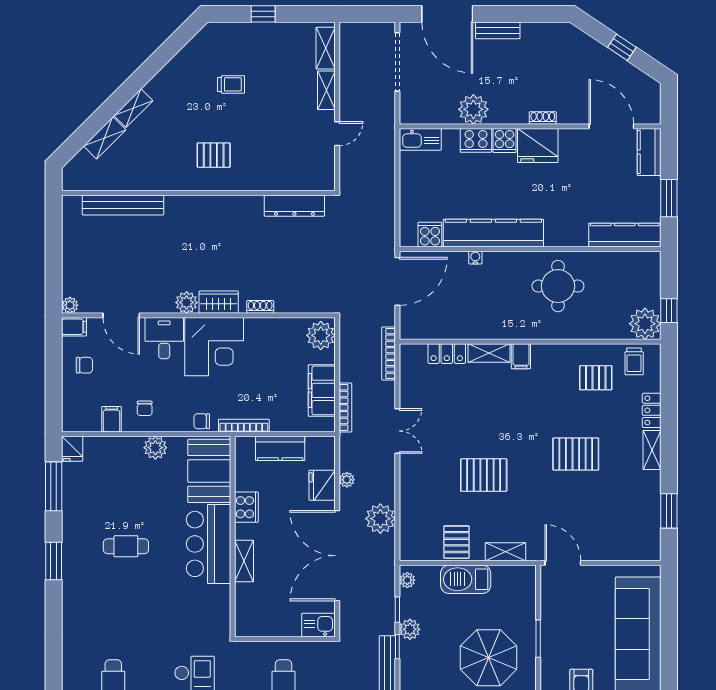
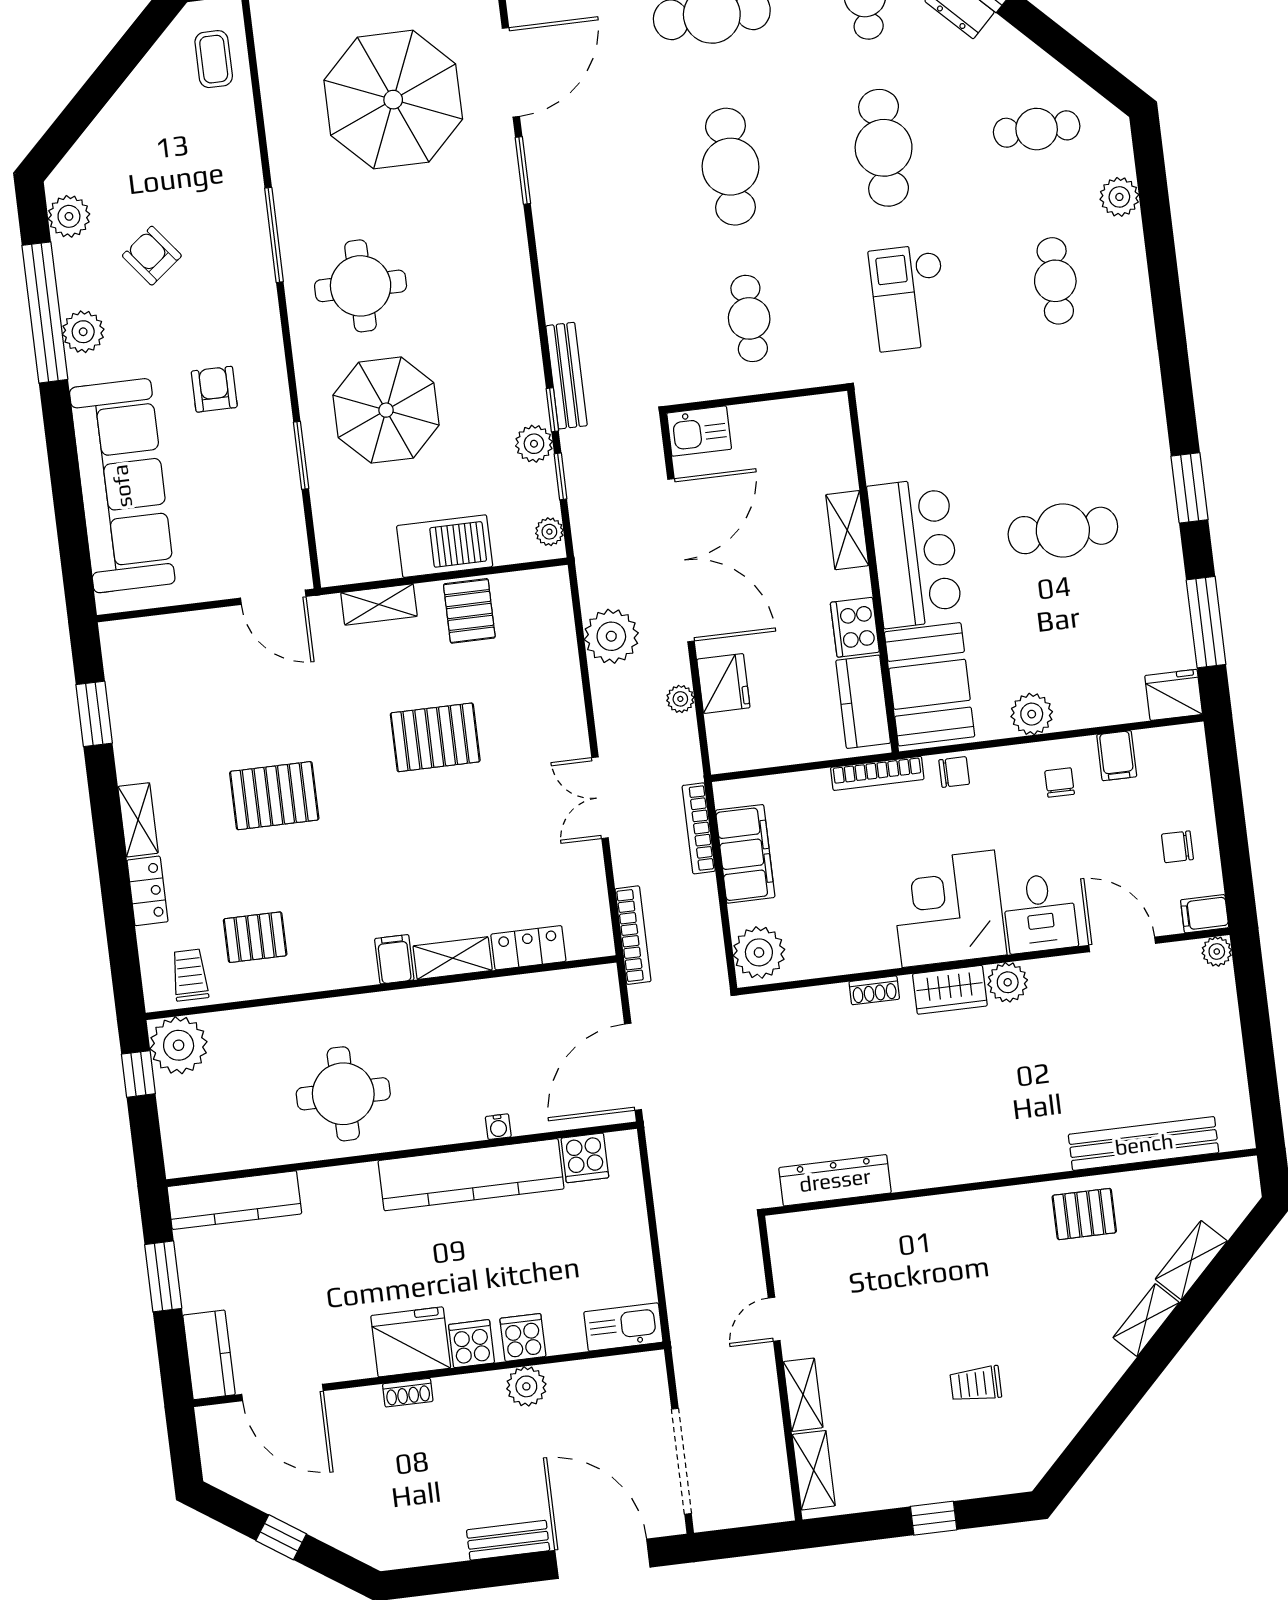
plant: (473, 109) -> (526, 1386), width x0.73, depth x0.73
cooker: (476, 140) -> (523, 1337), width x0.73
pallet: (214, 155) -> (1084, 1214), moved
kitchen counter: (280, 448) -> (863, 702), moved, turned -90
fridge: (72, 449) -> (1174, 695), width x1.38
cafe table: (126, 546) -> (1063, 530), width x1.37, depth x1.35

